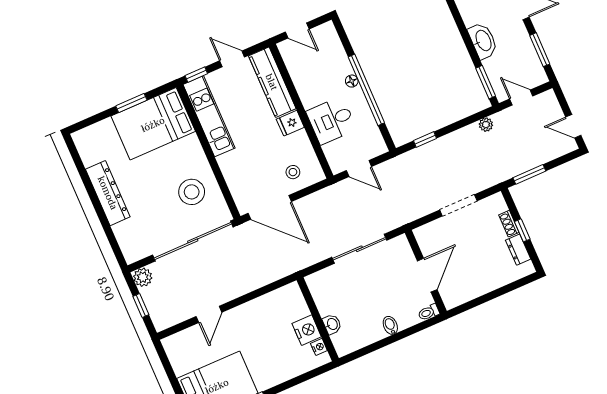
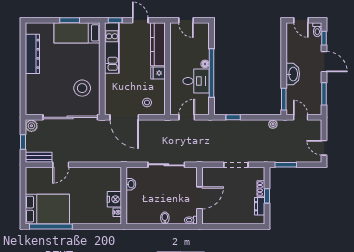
desk: (331, 120) -> (196, 81), moved, turned 180
bed: (153, 124) -> (77, 33), width x0.67
door: (359, 168) -> (187, 117), swing flipped
dresser: (108, 193) -> (32, 54), moved
bench: (173, 318) -> (39, 157), added
washbasin: (332, 324) -> (131, 184), moved

